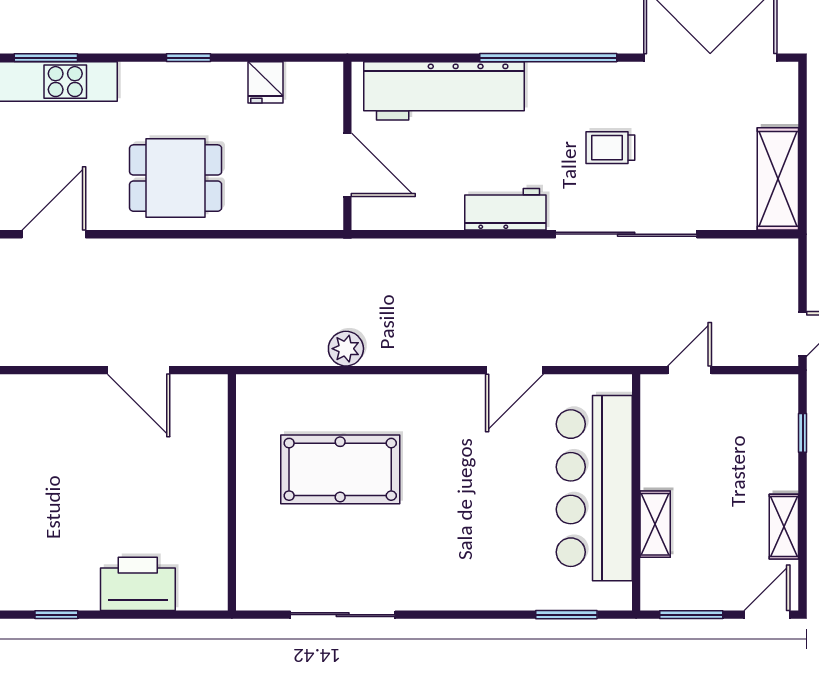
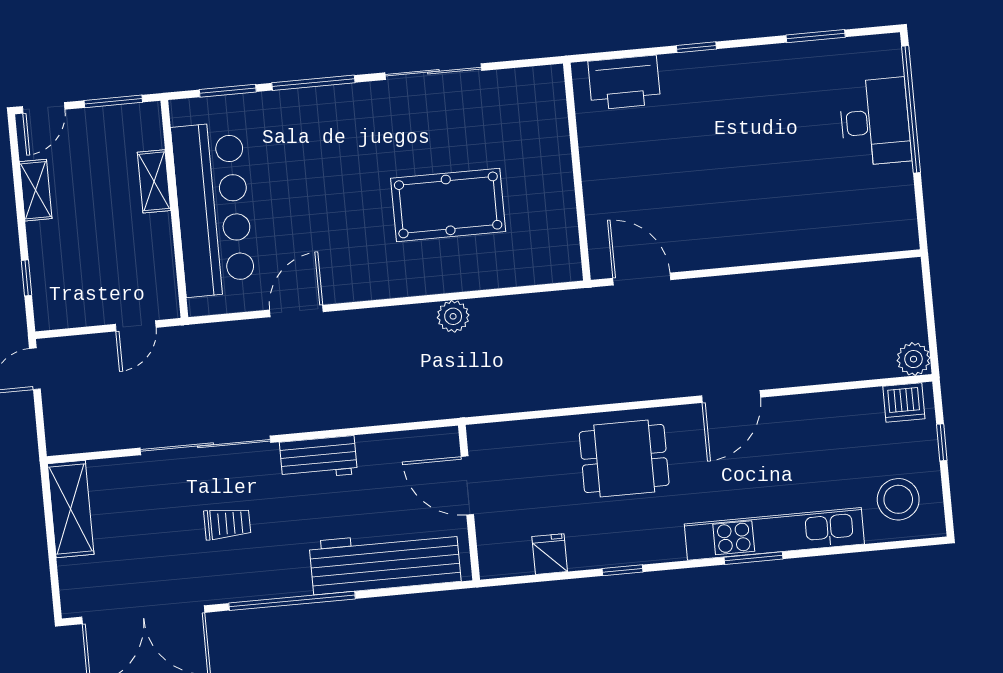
wall: (232, 492) -> (577, 172), moved
window: (473, 615) -> (313, 83), added

